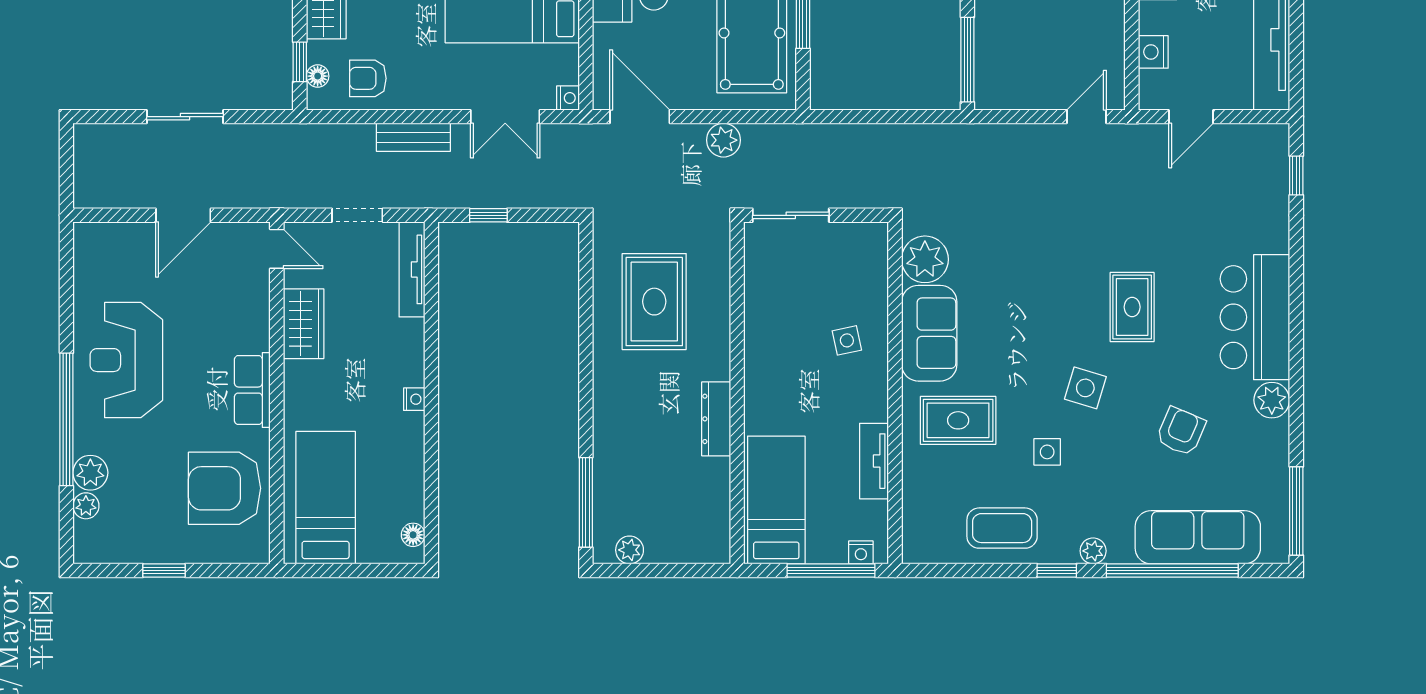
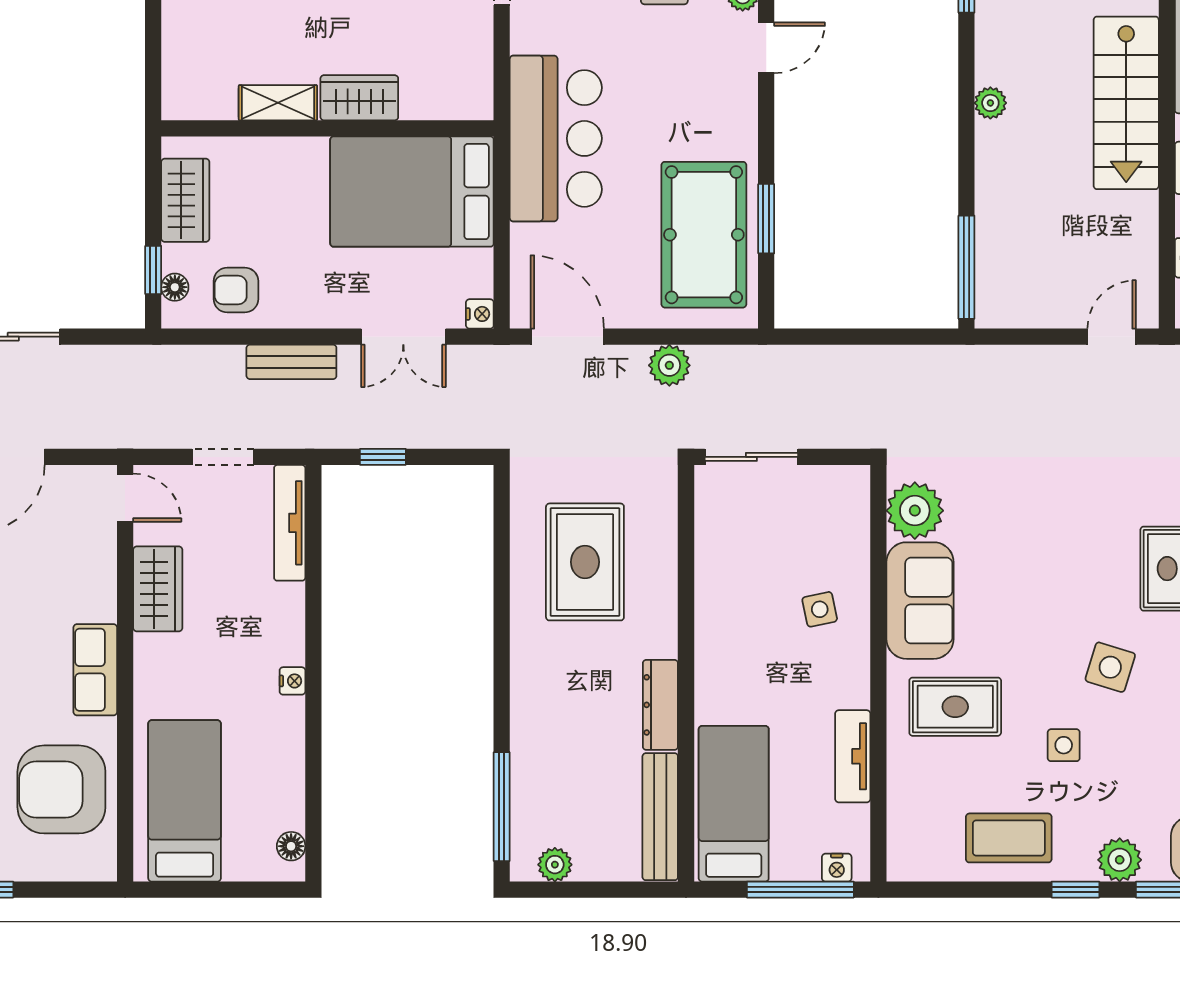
bench: (716, 511) -> (660, 817), added
plant: (1093, 551) -> (1120, 860), width x1.38, depth x1.38

